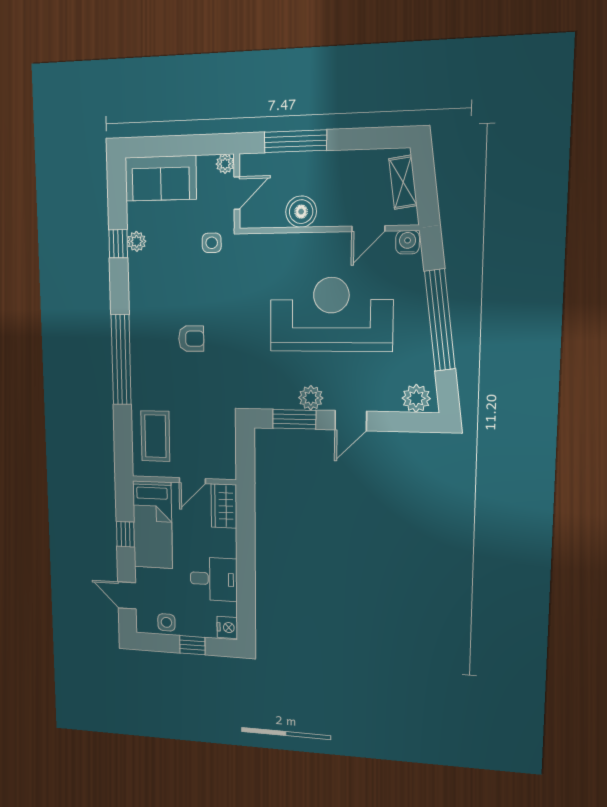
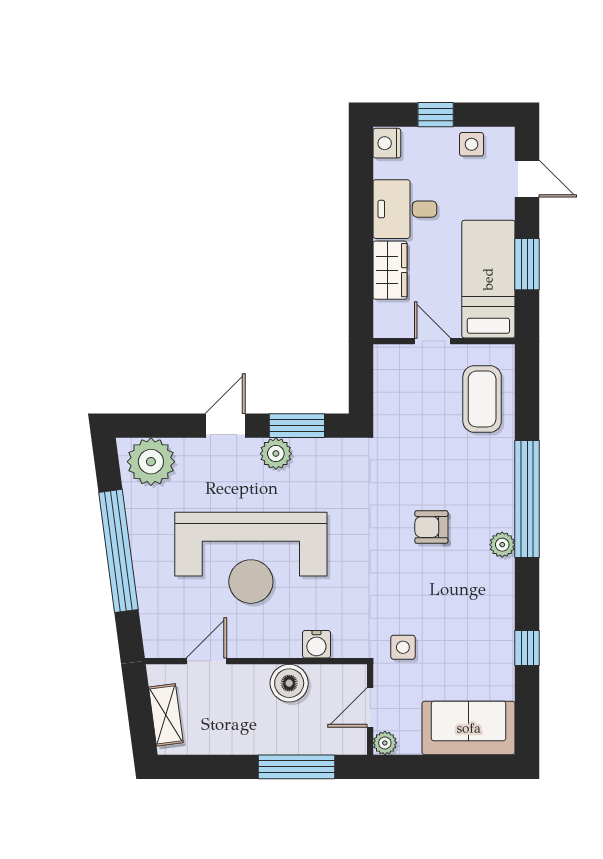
plant: (137, 241) -> (502, 545), moved
water cooler: (407, 242) -> (316, 644), moved
plant: (416, 398) -> (151, 462), width x1.36, depth x1.36
door: (192, 481) -> (432, 341), hinge flipped
wardrobe: (224, 506) -> (390, 270), moved
window: (125, 534) -> (527, 264), width x1.50

